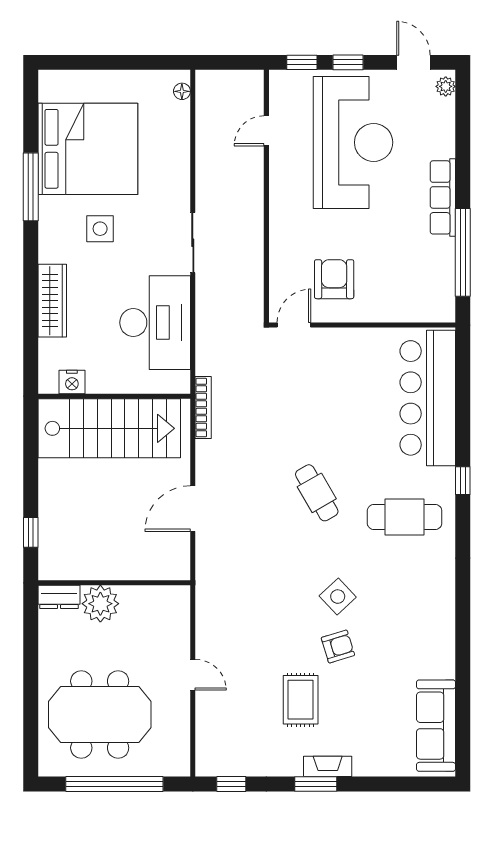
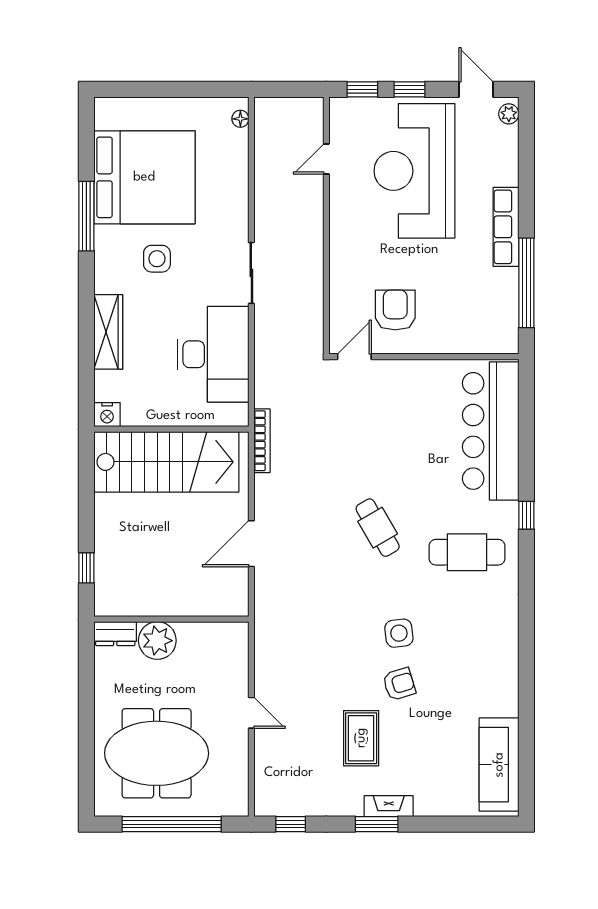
reception desk: (353, 142) -> (414, 171), turned 180
nightstand: (72, 382) -> (107, 415), moved
side table: (338, 597) -> (399, 633), turned 36

